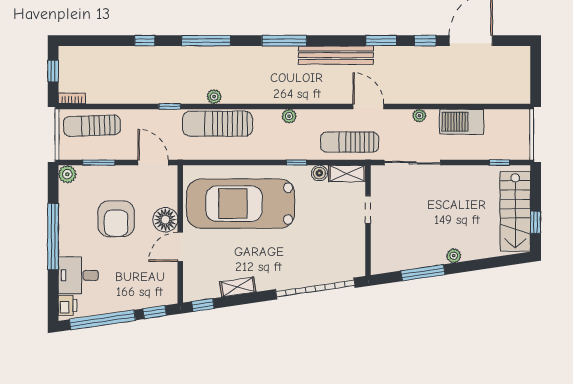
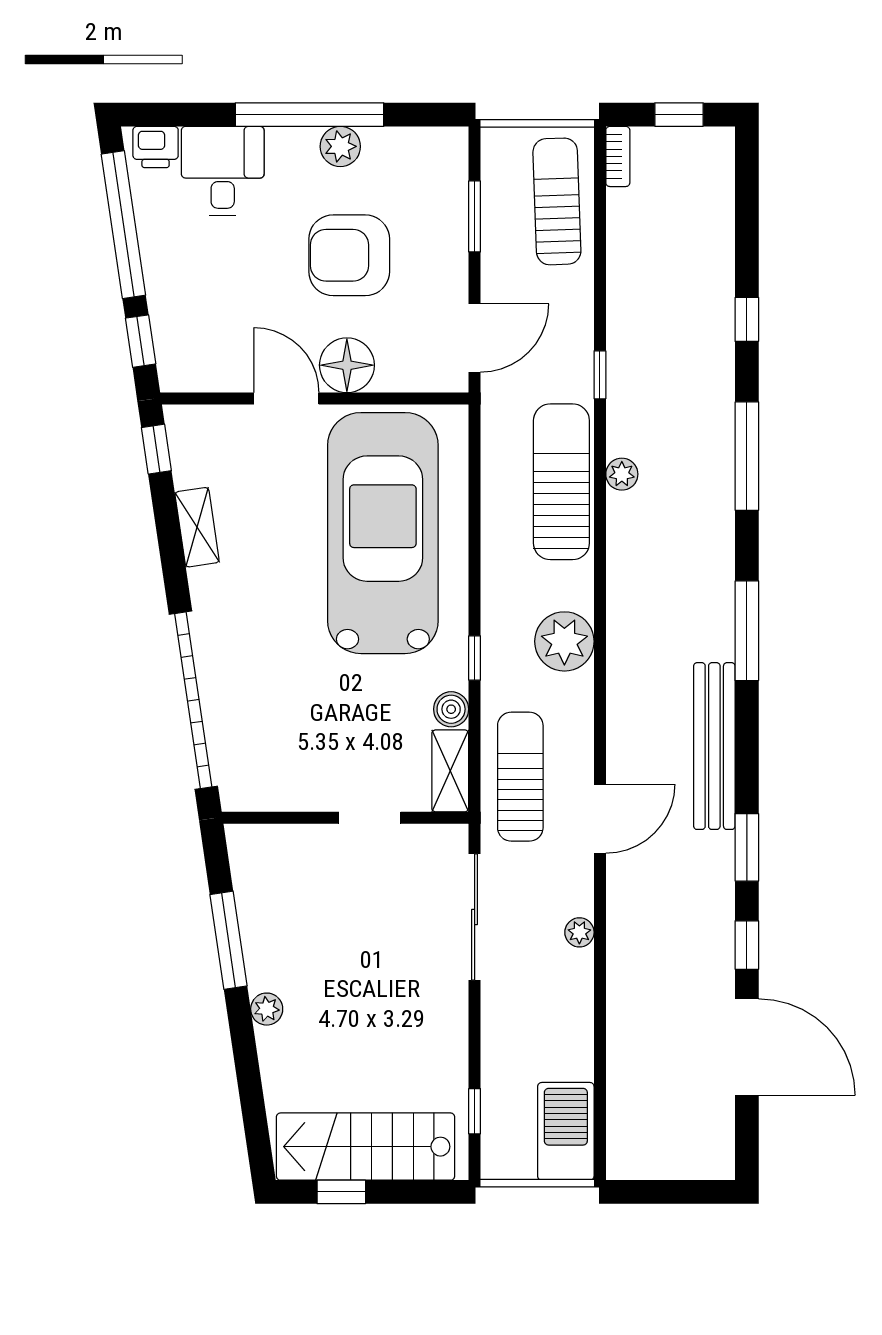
plant: (289, 116) -> (564, 641), width x1.88, depth x1.88
barbecue: (462, 122) -> (566, 1131), moved
plant: (67, 174) -> (340, 146), moved

